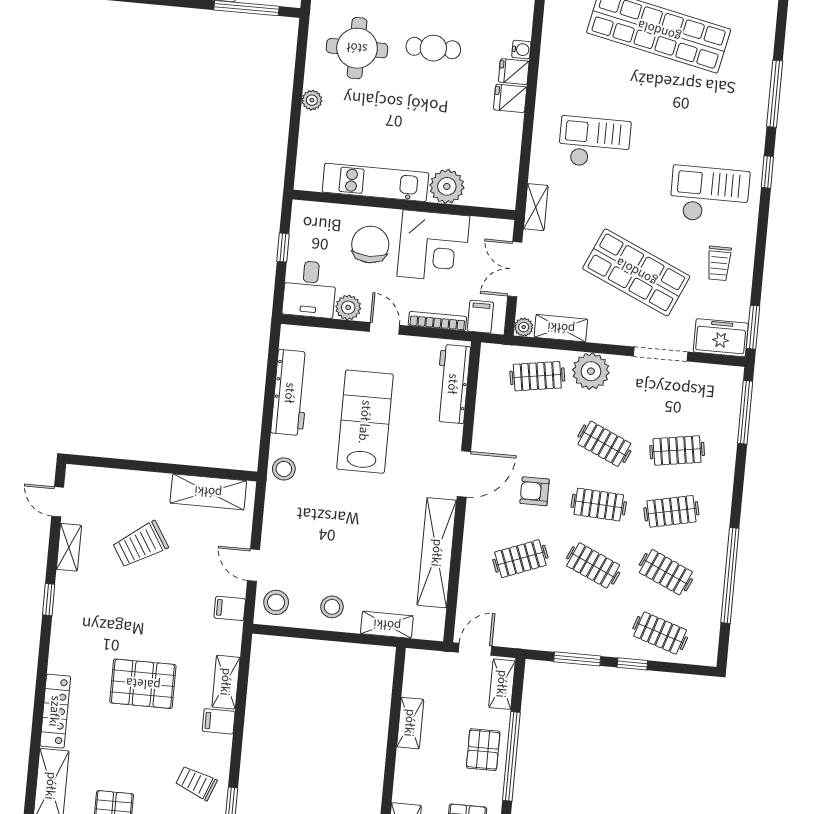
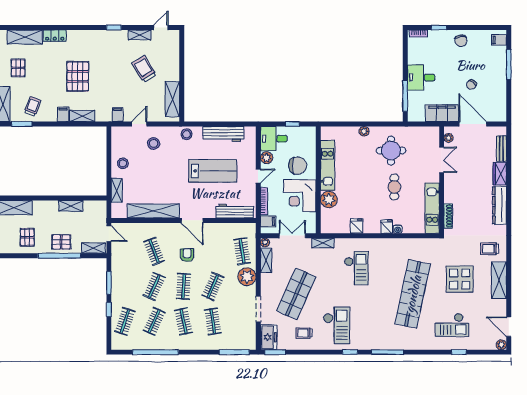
fridge: (510, 98) -> (357, 226), moved
stool: (276, 602) -> (154, 144), moved
locker: (55, 711) -> (55, 36), width x0.66

